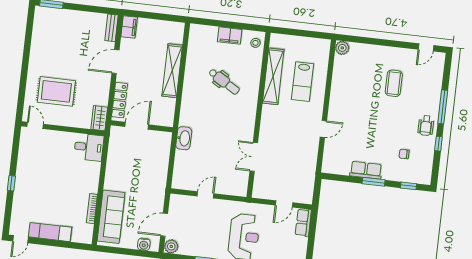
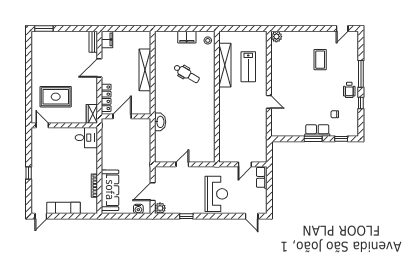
door: (323, 129) -> (269, 102), hinge flipped
double door: (254, 157) -> (217, 130), removed
row of seats: (366, 170) -> (317, 130), moved

